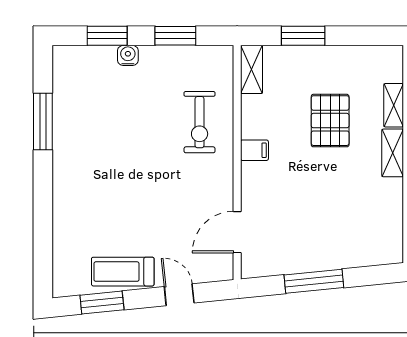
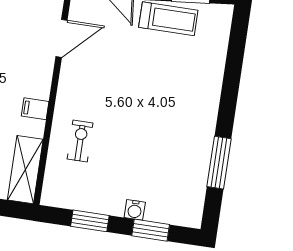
shelving: (252, 69) -> (25, 170), width x1.50, depth x1.33
exercise bike: (200, 122) -> (80, 141), width x0.73, depth x0.72

